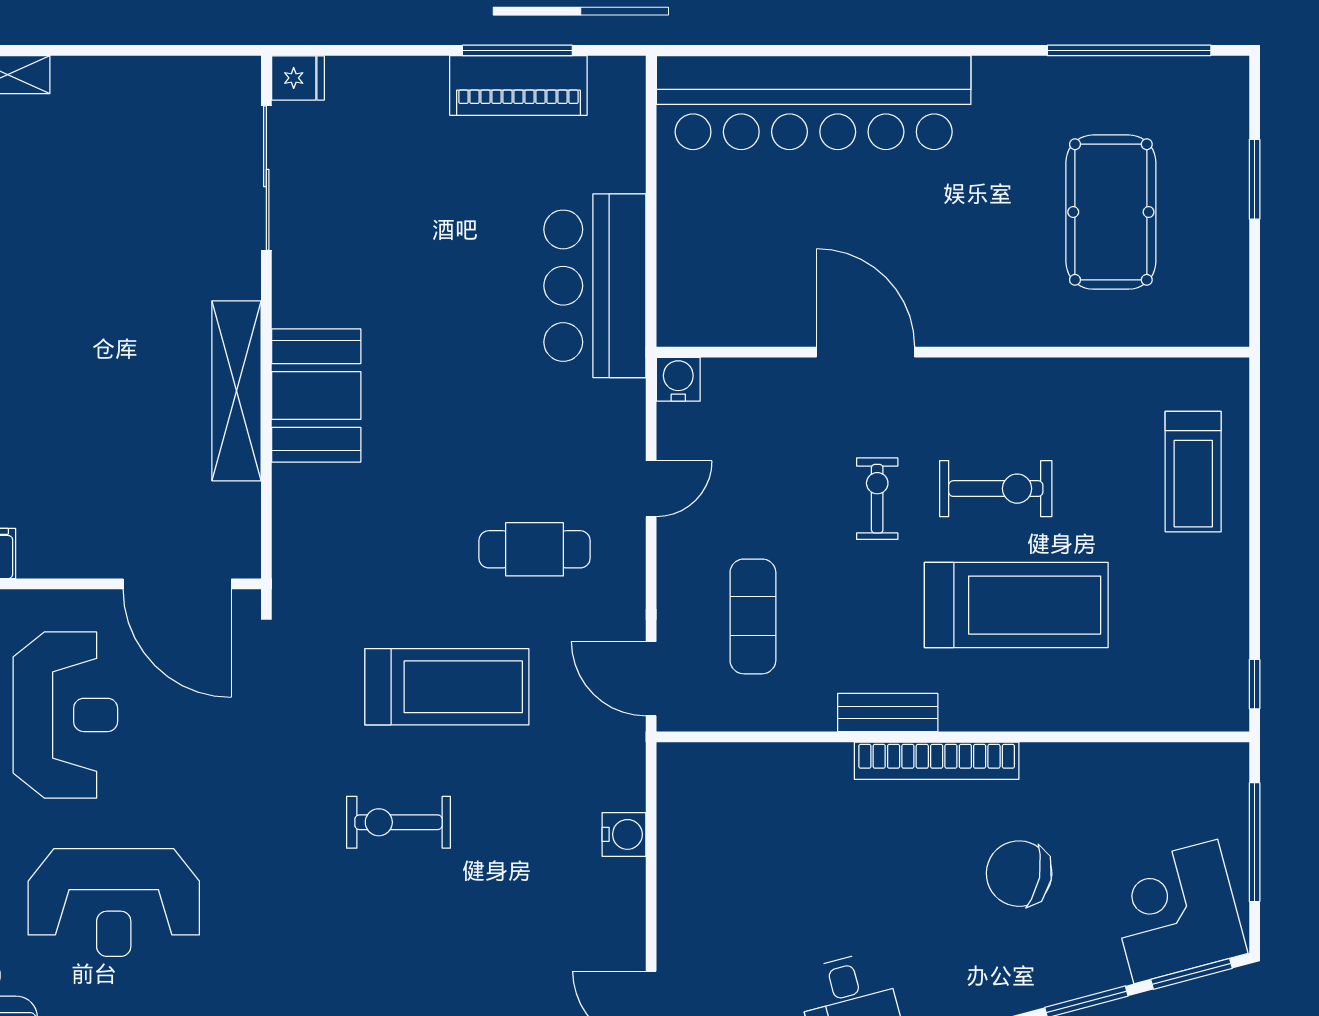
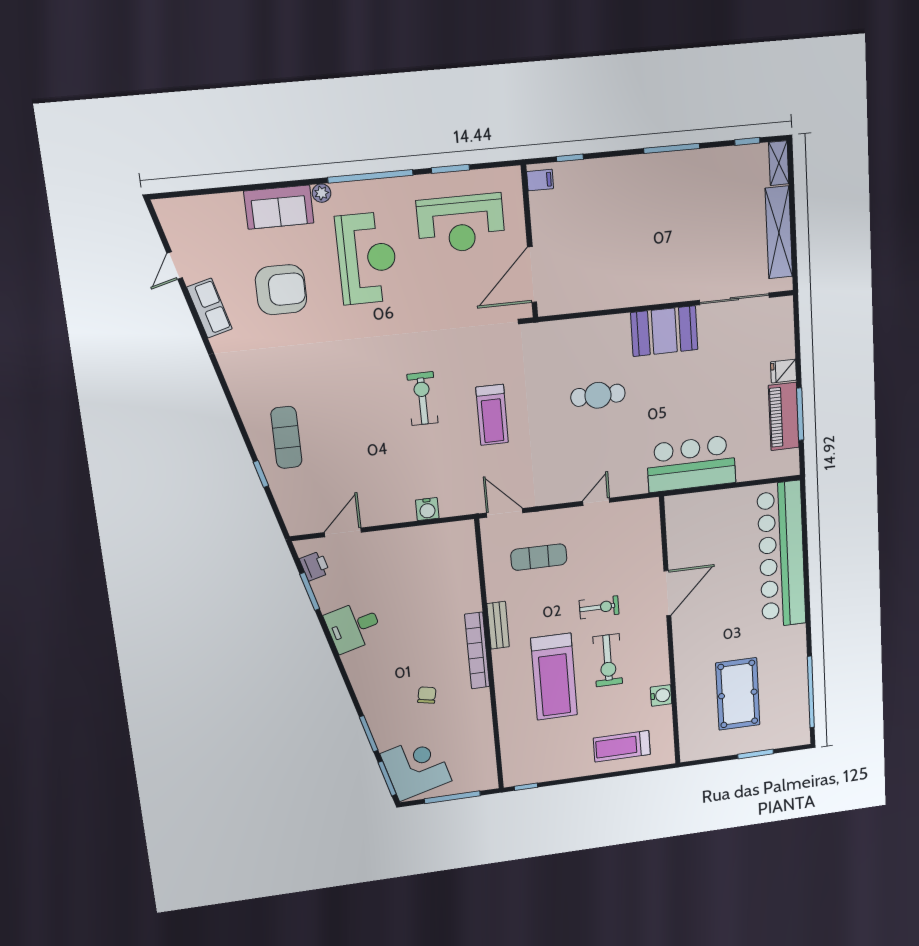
fridge: (298, 78) -> (784, 371), moved, turned 90
pool table: (1111, 212) -> (738, 694), turned 90
water cooler: (678, 379) -> (661, 695), moved
shelving: (237, 391) -> (779, 232), moved, turned 90
booth: (316, 396) -> (664, 331), moved
door: (651, 489) -> (596, 502), swing flipped
cafe table: (535, 549) -> (598, 395), moved, turned 90
door: (651, 679) -> (505, 513), hinge flipped
treadmill: (447, 687) -> (492, 415), width x0.73, depth x0.73
chair: (1019, 874) -> (427, 695), width x0.54, depth x0.54
reception desk: (114, 903) -> (367, 258), turned 180

